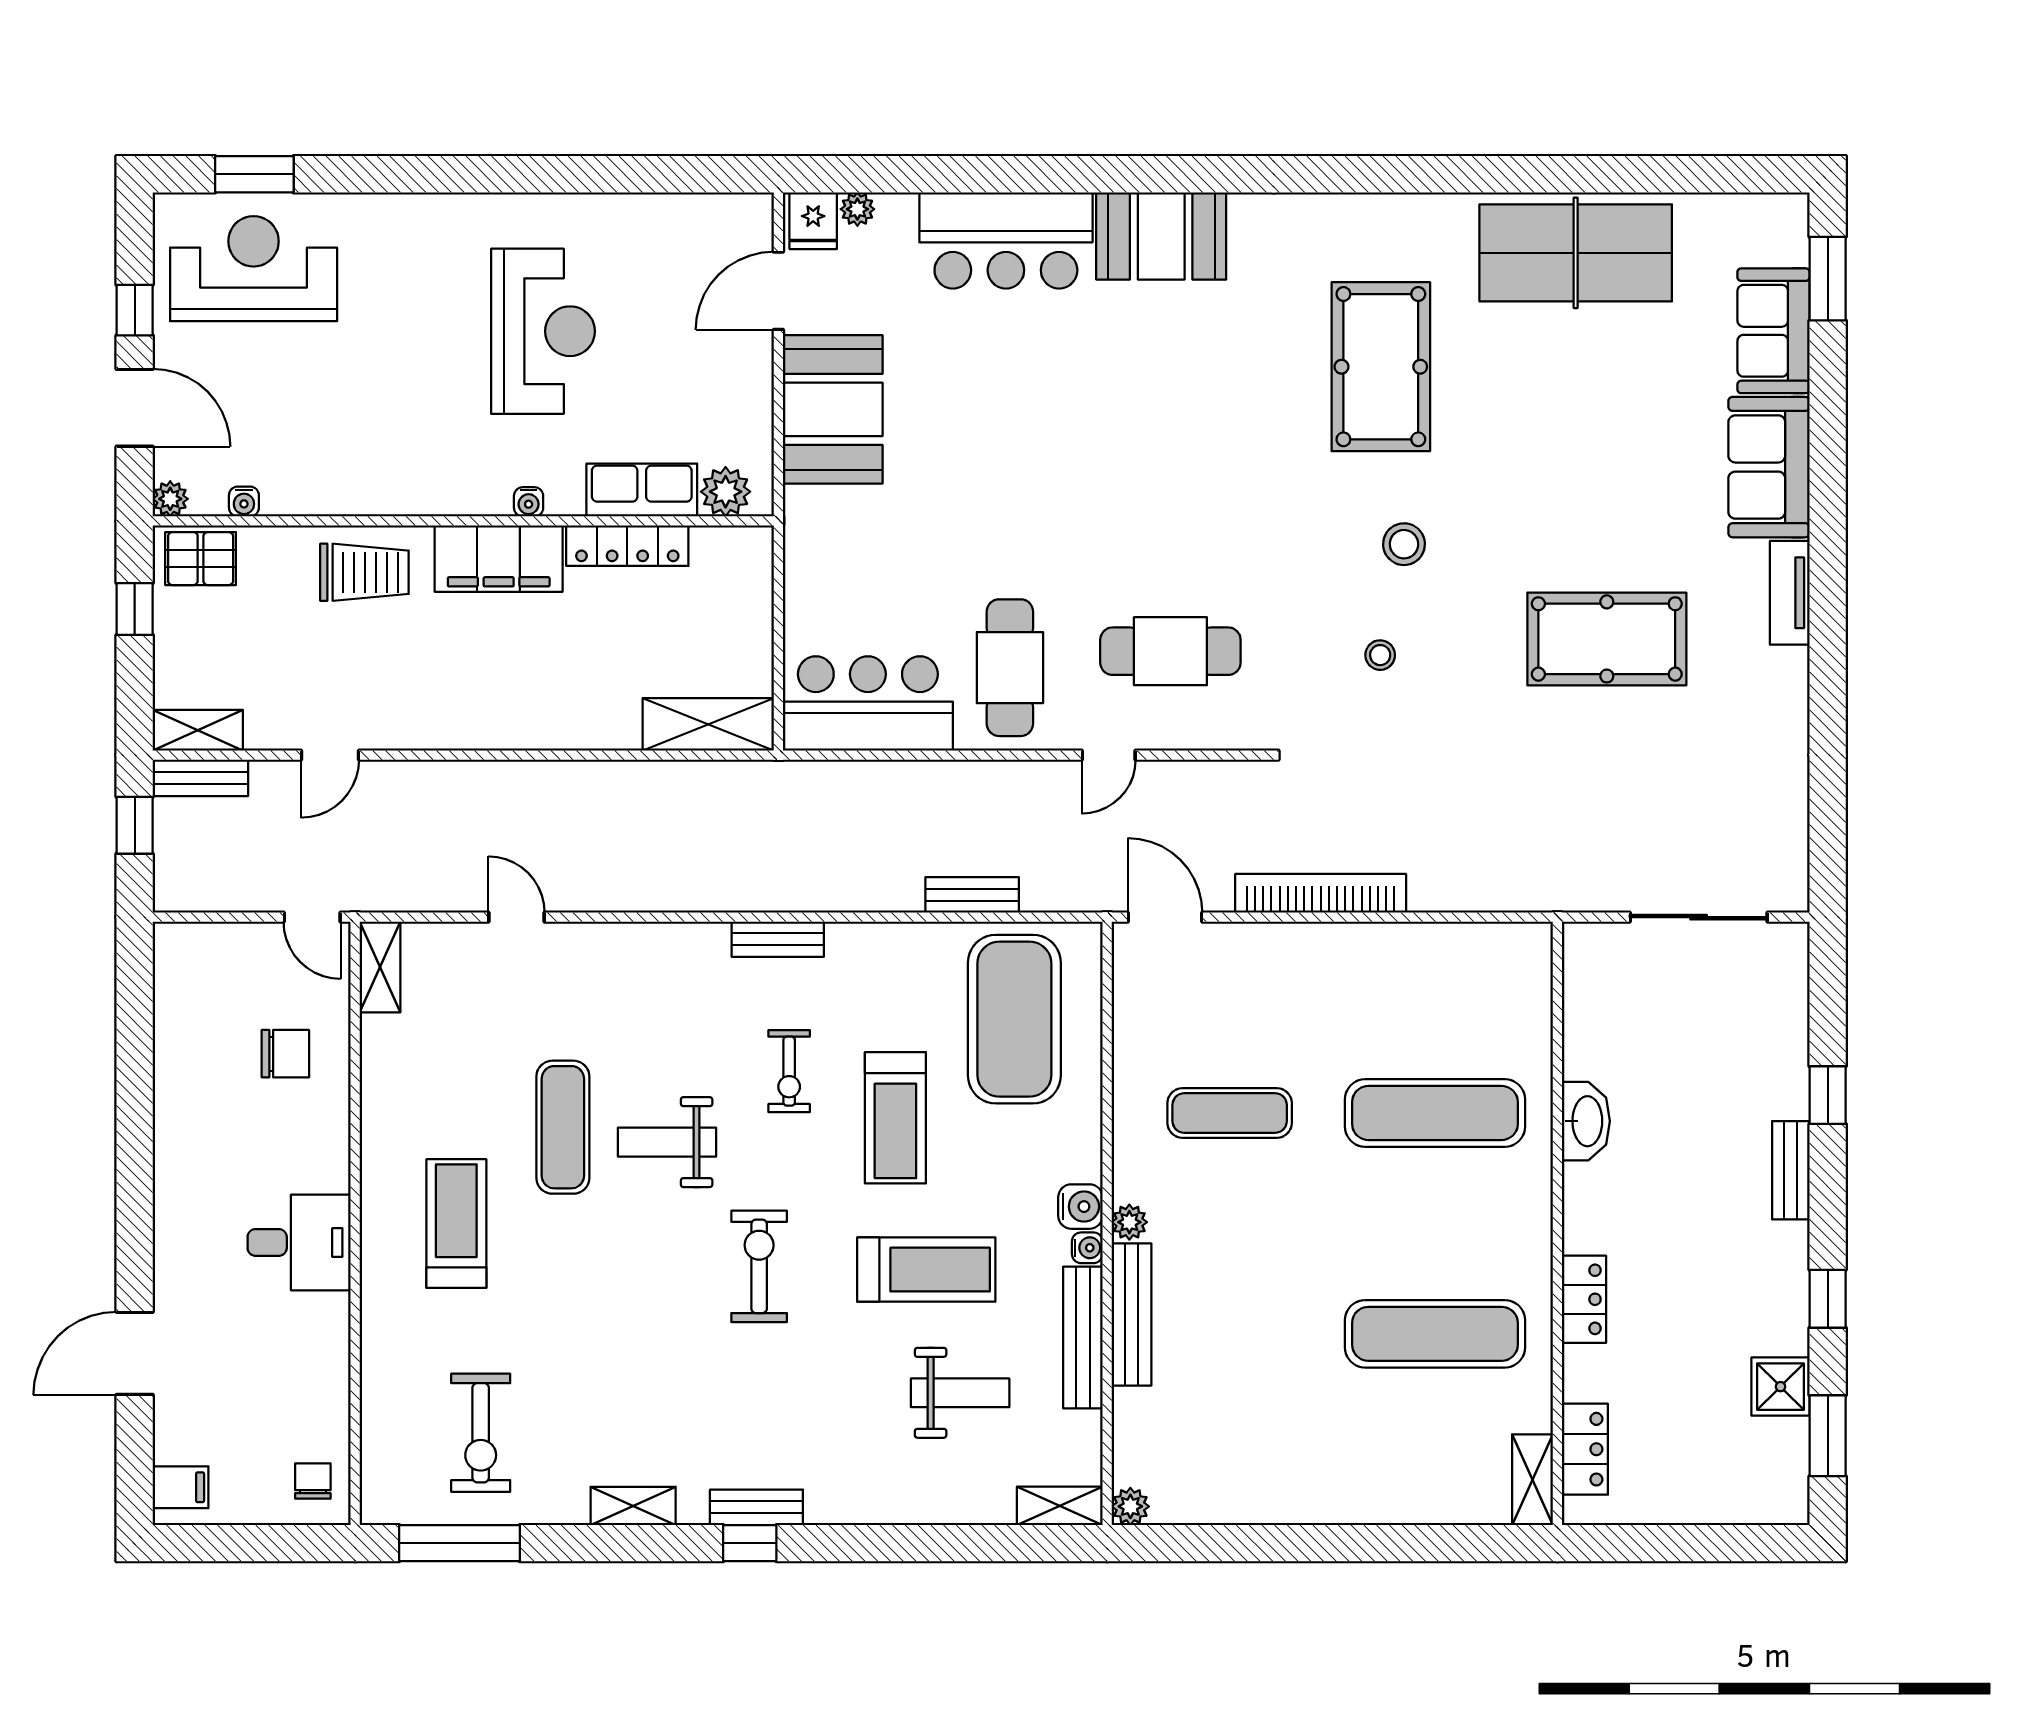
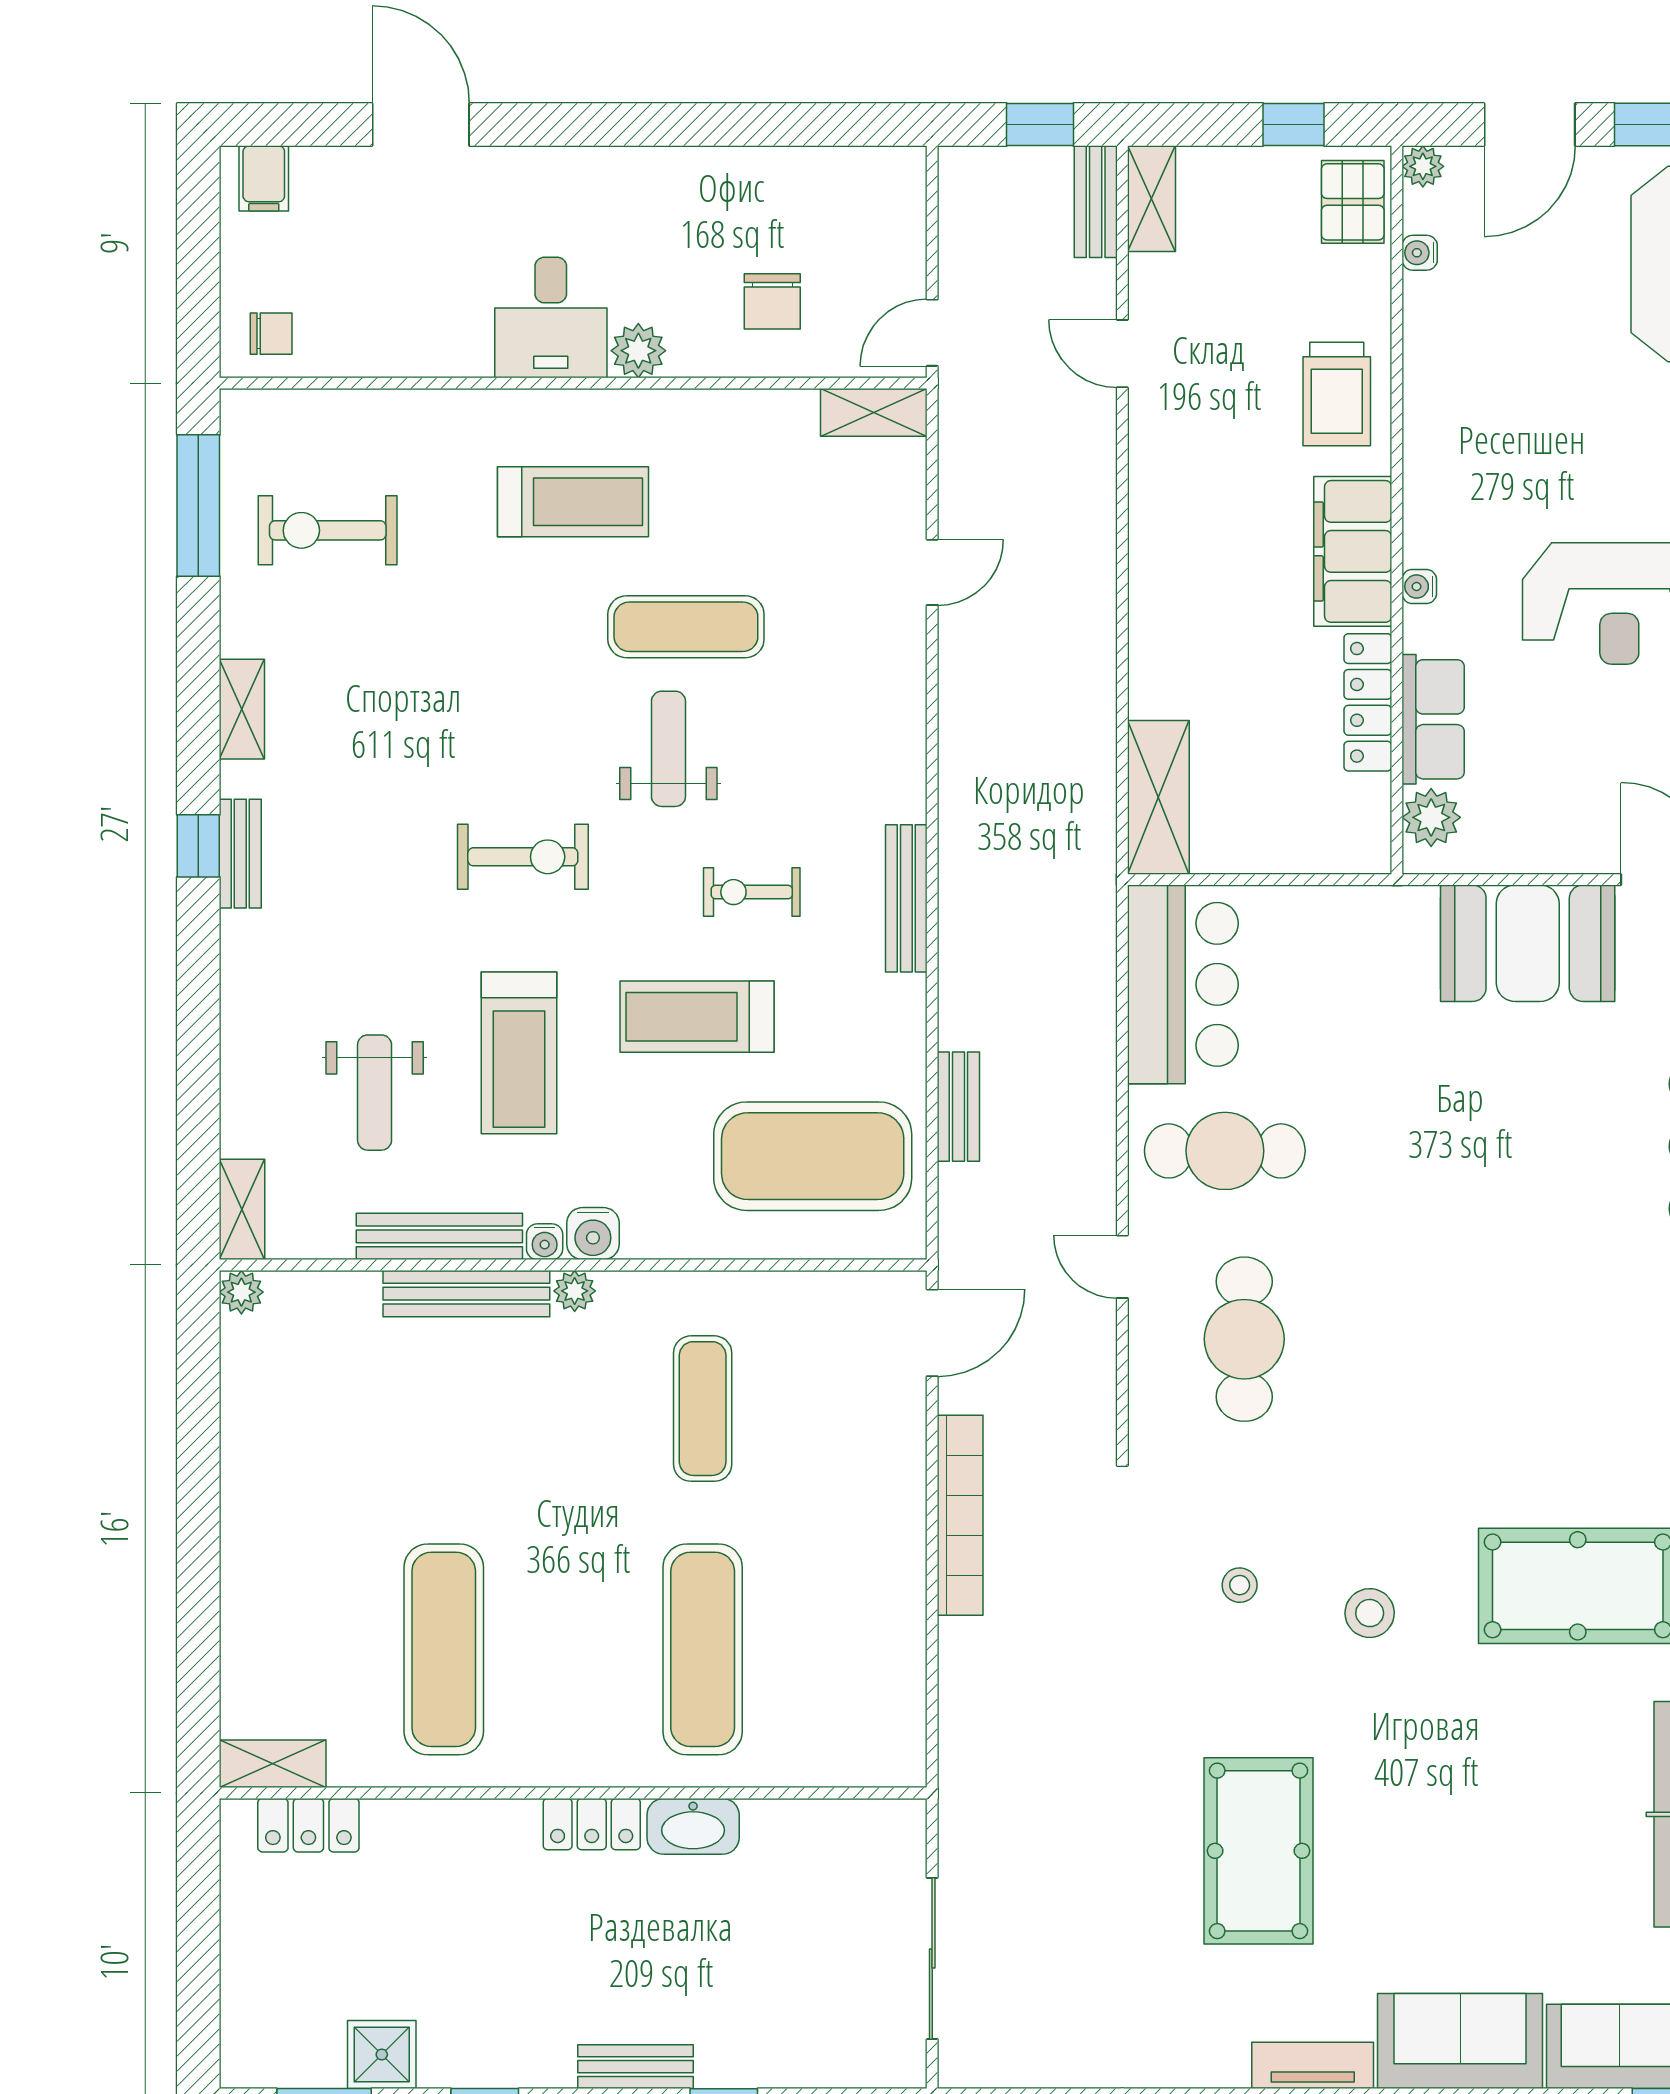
bench: (778, 939) -> (906, 898), width x1.36
plant: (327, 1168) -> (638, 351), added
locker: (1584, 1299) -> (592, 1824), moved

